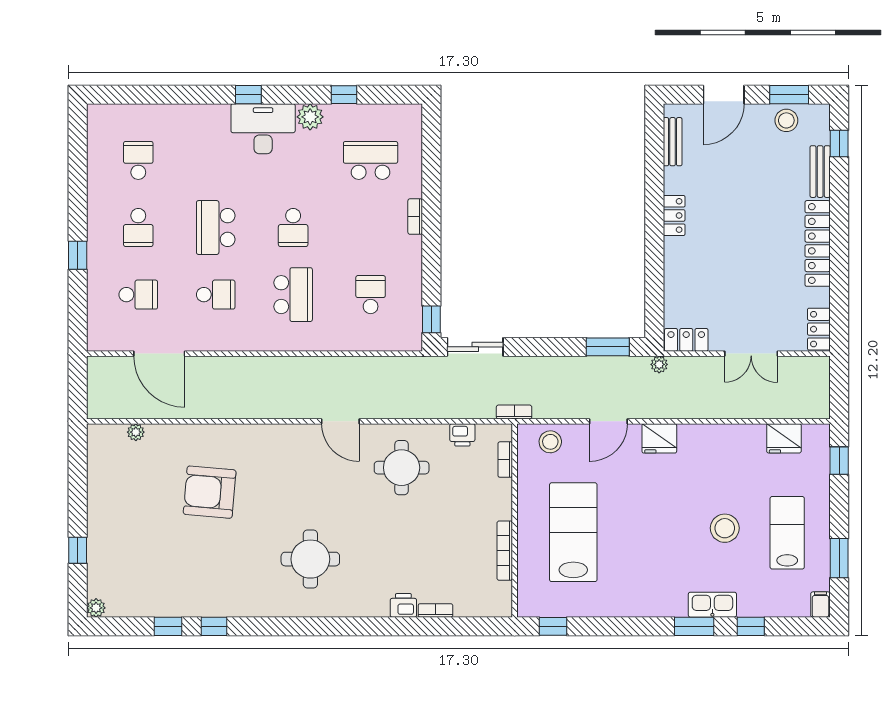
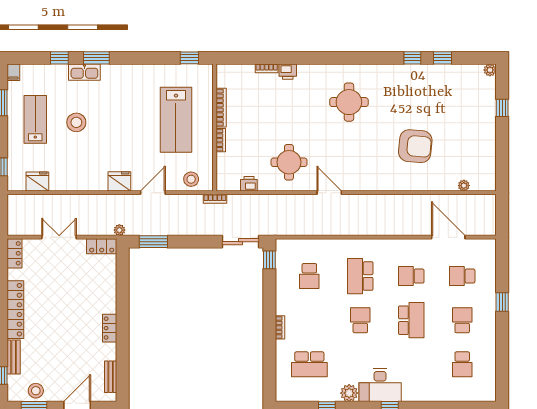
bookcase: (505, 460) -> (221, 140), moved
lab bench: (787, 533) -> (35, 119), turned 180

